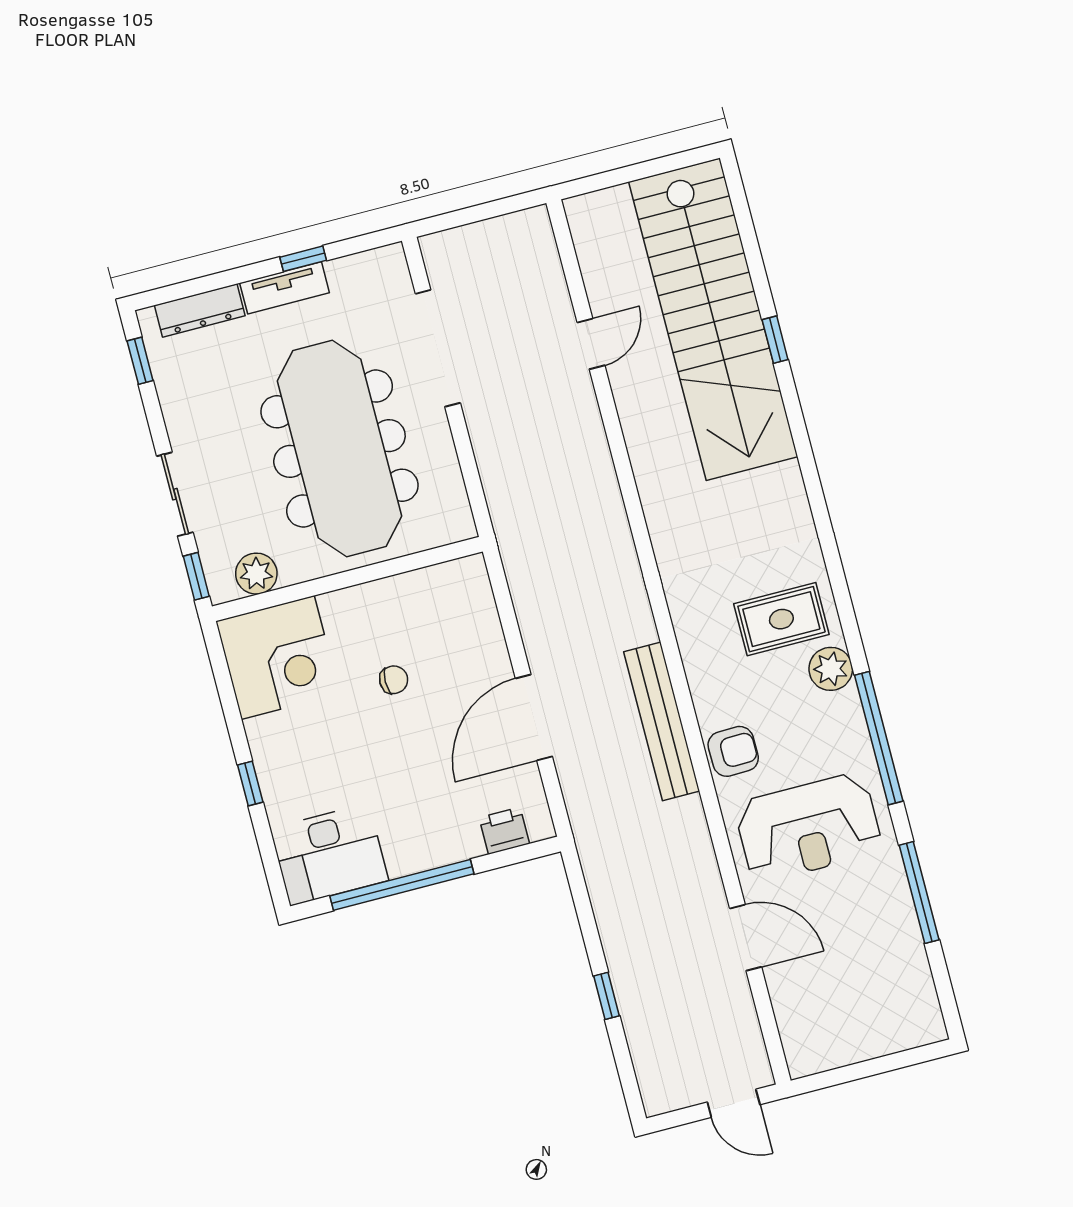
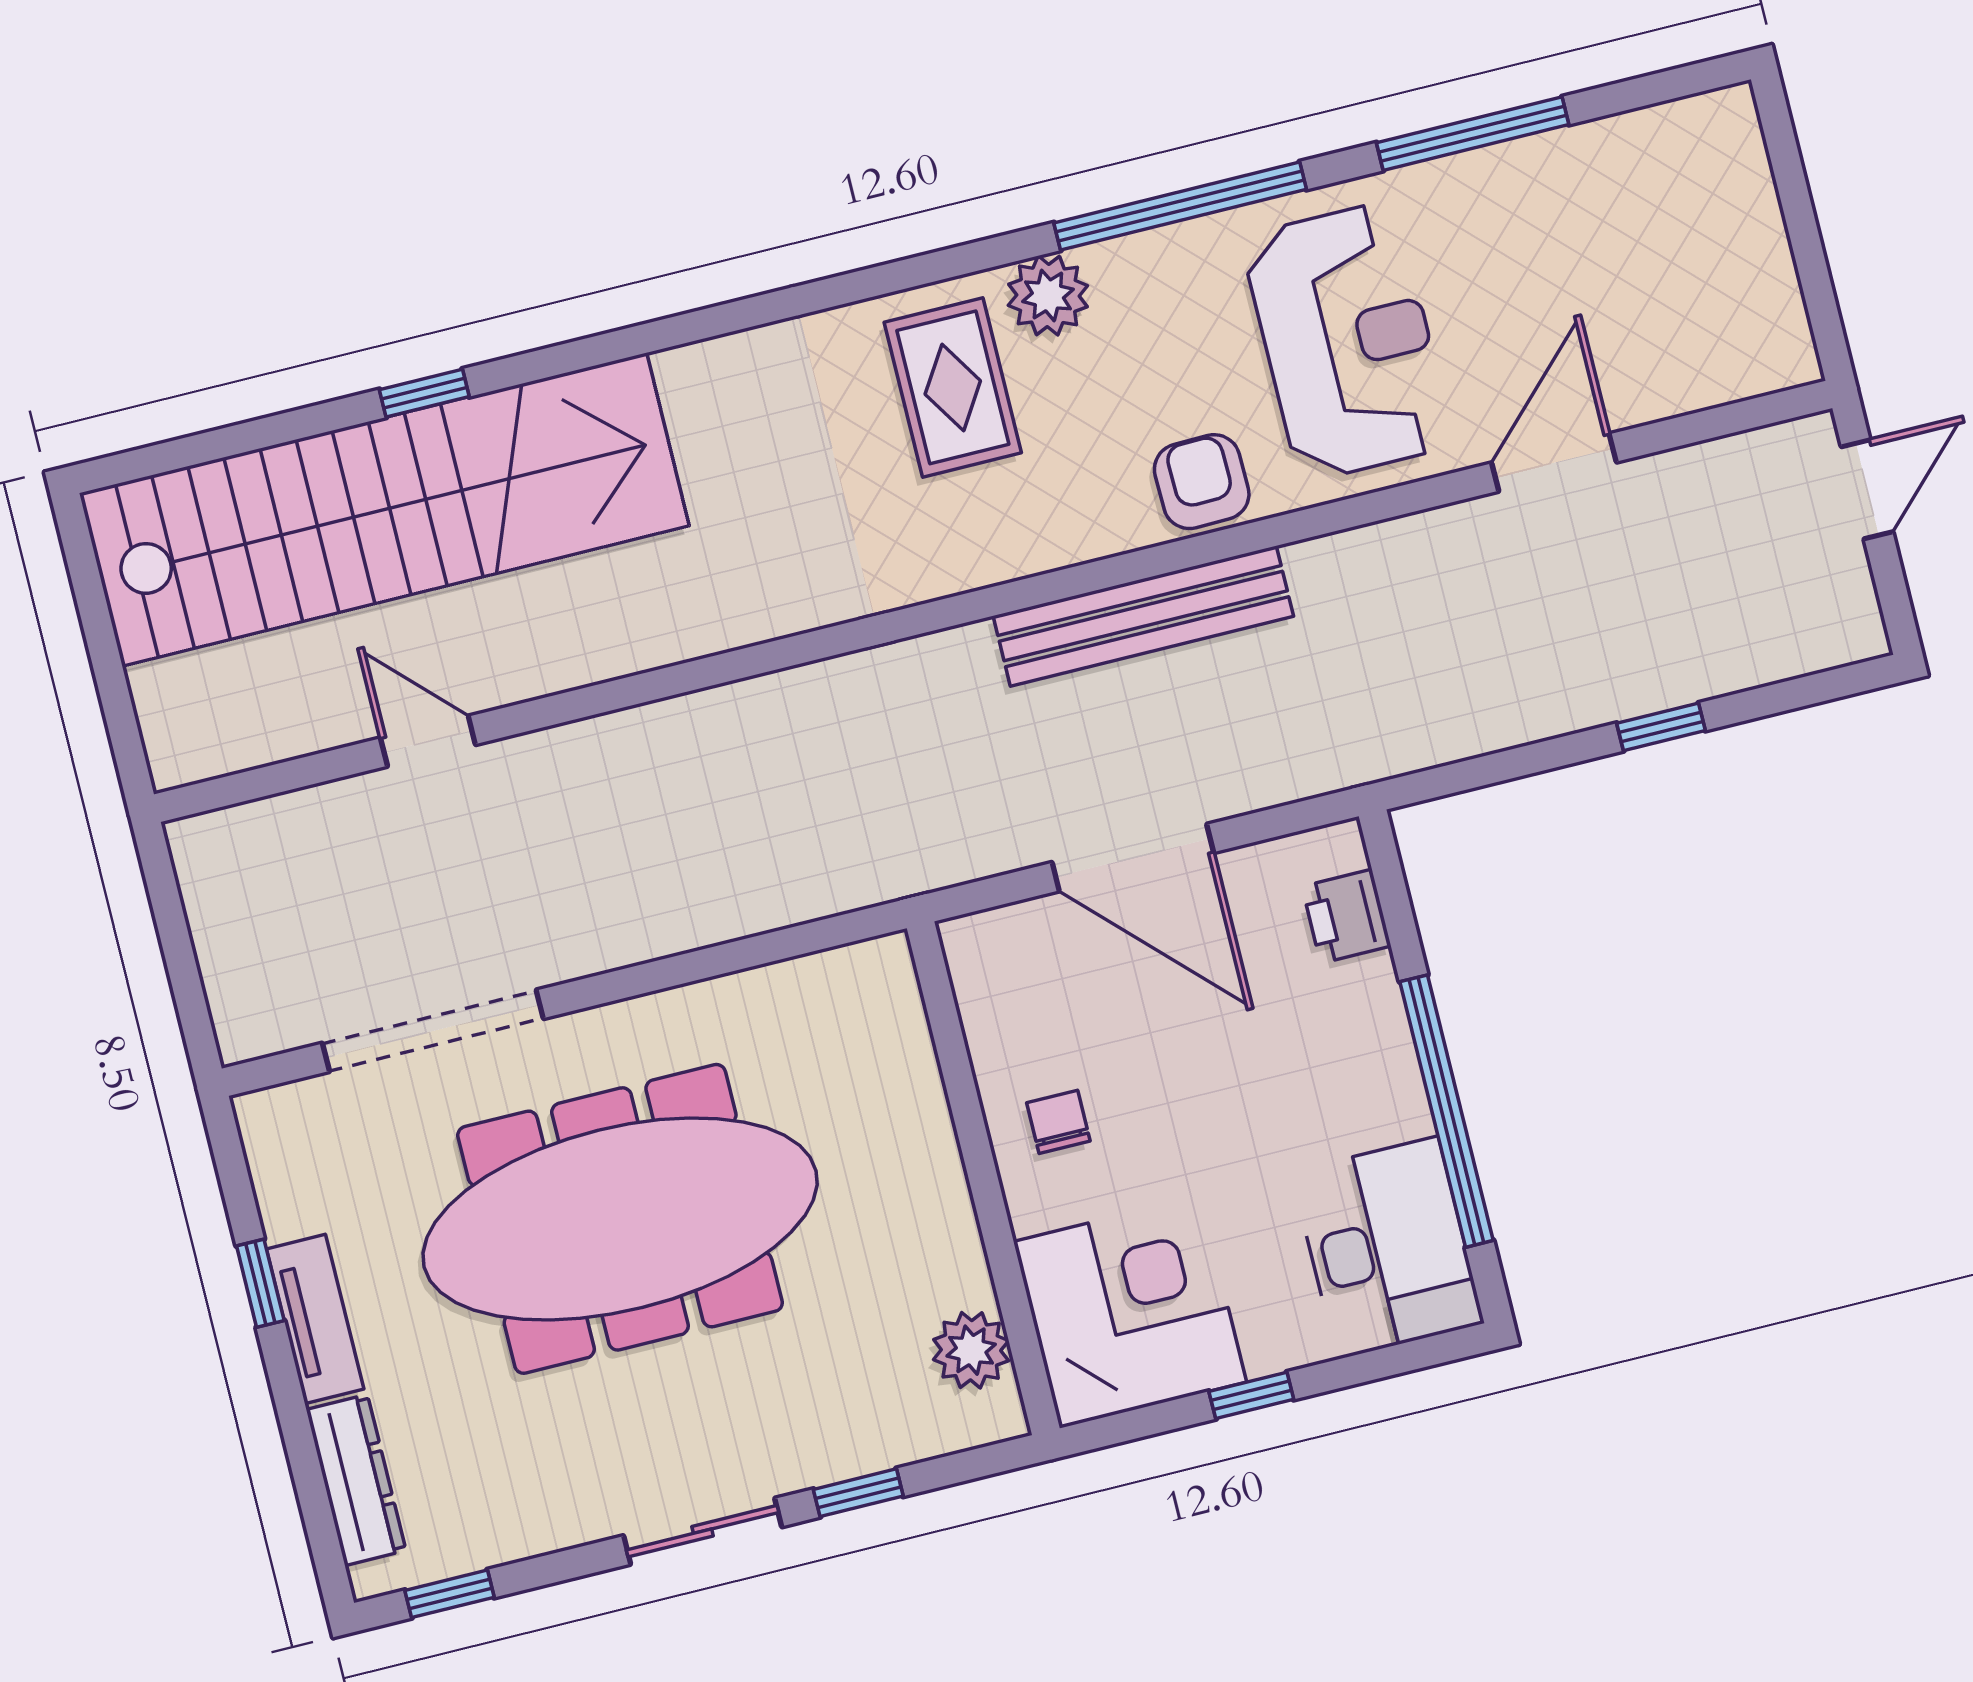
plant: (256, 574) -> (971, 1350), moved
wall: (347, 579) -> (983, 1178), moved
corner desk: (278, 657) -> (1130, 1312), moved

